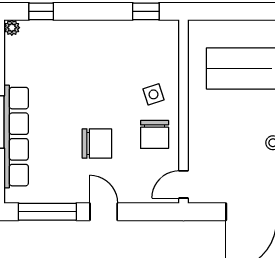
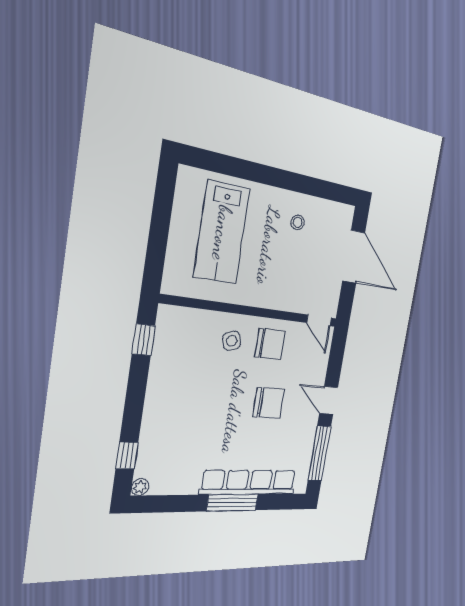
chair: (97, 143) -> (269, 403), turned 90
door: (104, 212) -> (329, 400), hinge flipped

